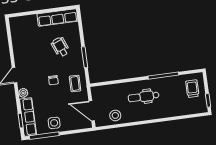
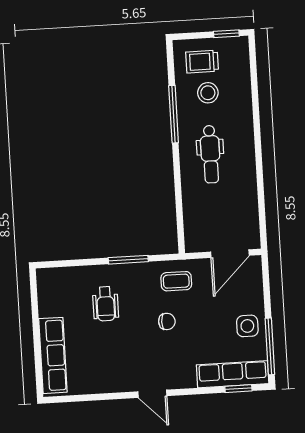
row of seats: (57, 18) -> (53, 355), moved
wheelchair: (60, 47) -> (106, 304), turned -68
plant: (23, 93) -> (187, 380), removed
stool: (115, 115) -> (208, 93), moved

